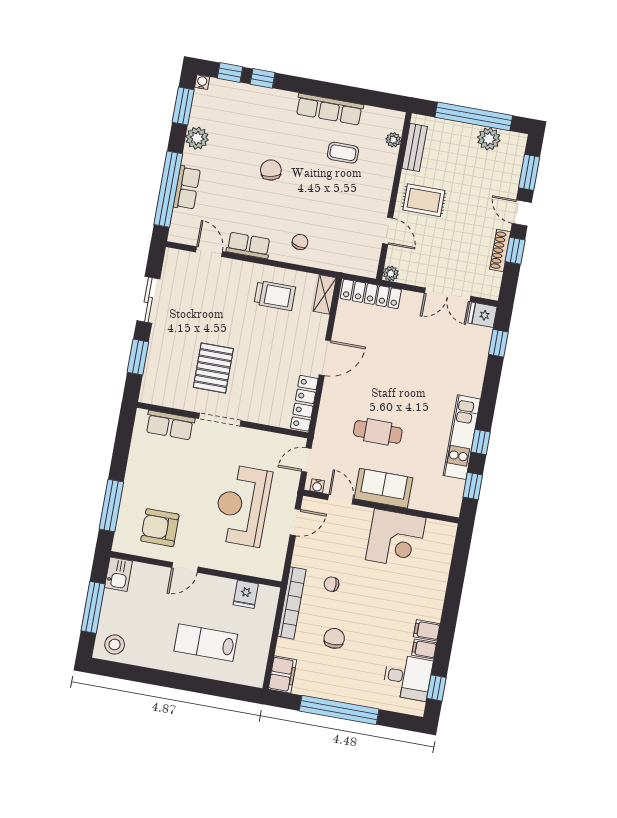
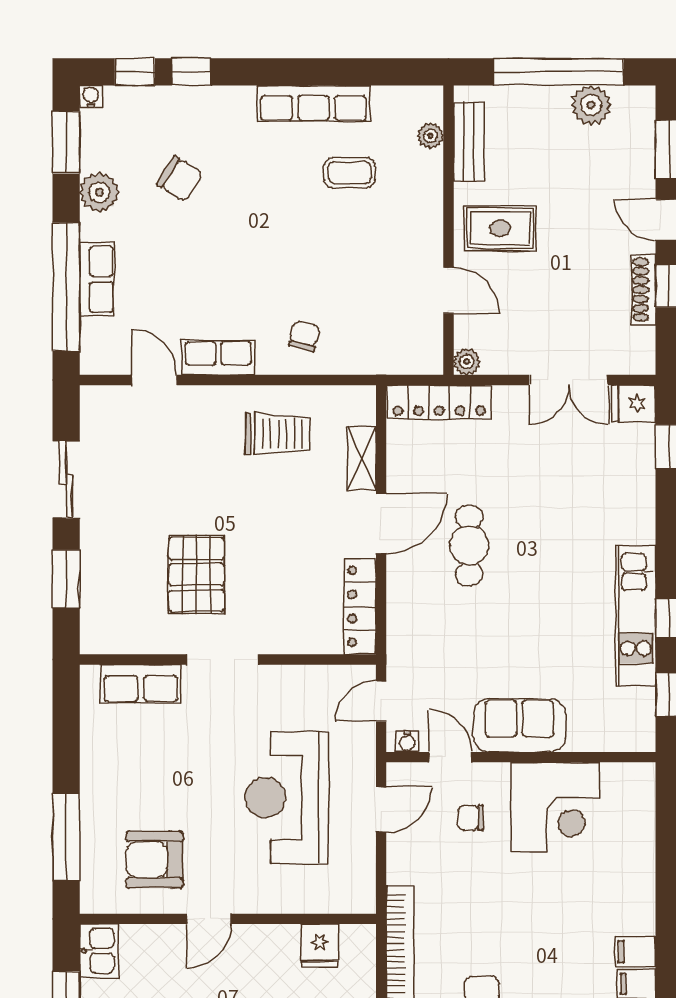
chair: (271, 170) -> (180, 179), moved, turned 134
shelving: (325, 294) -> (362, 459), moved
cafe table: (378, 432) -> (469, 546), moved, turned 90
chair: (332, 584) -> (471, 818), moved

